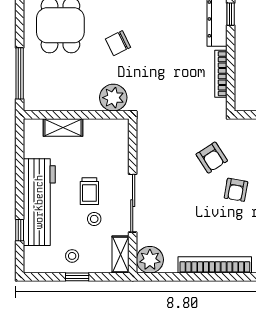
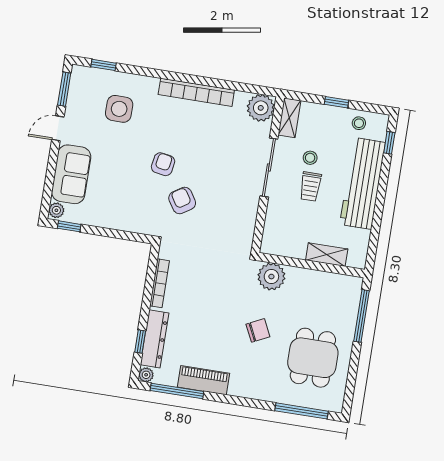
trolley: (89, 191) -> (310, 187), turned 180
window: (20, 230) -> (389, 143), moved
stool: (72, 256) -> (359, 123), moved

